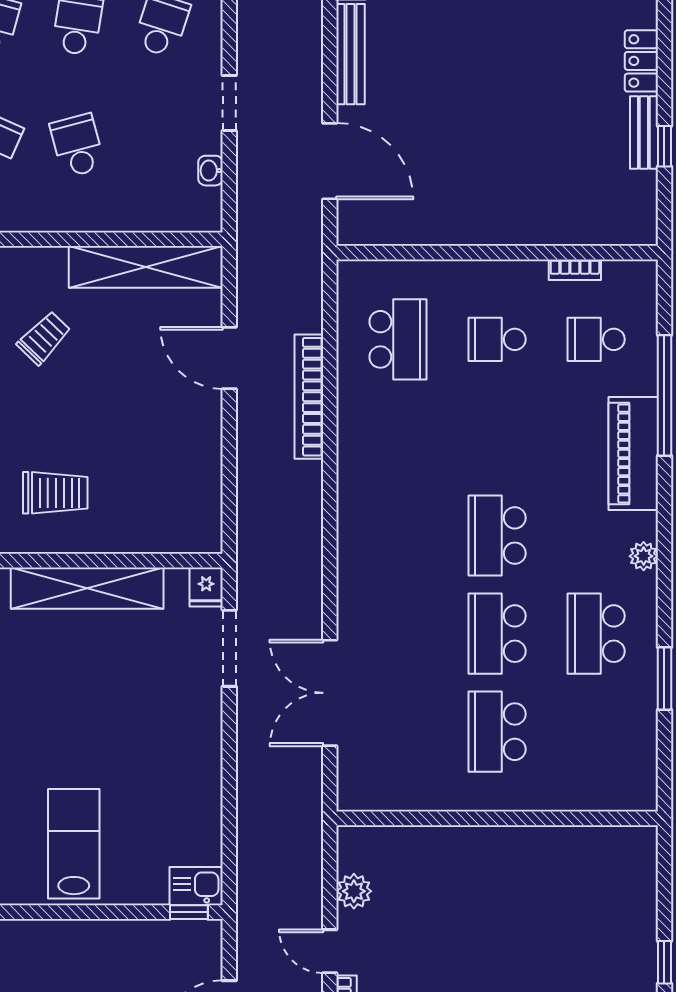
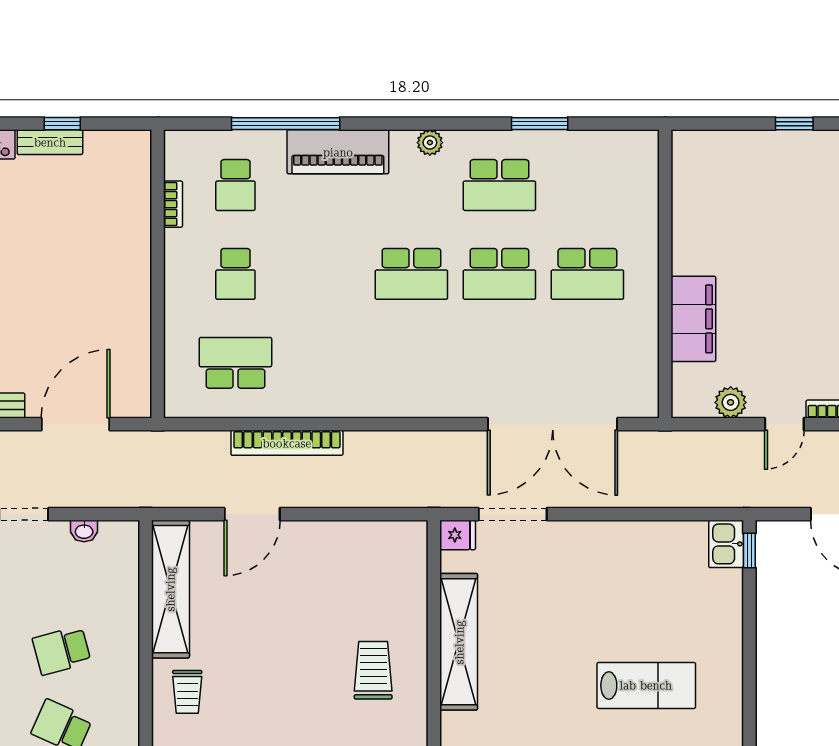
trolley: (44, 338) -> (187, 692), moved, turned -134
double door: (330, 693) -> (553, 424), width x1.36
lab bench: (74, 844) -> (646, 685), moved, turned 180
filing cabinet: (447, 850) -> (693, 319), added

